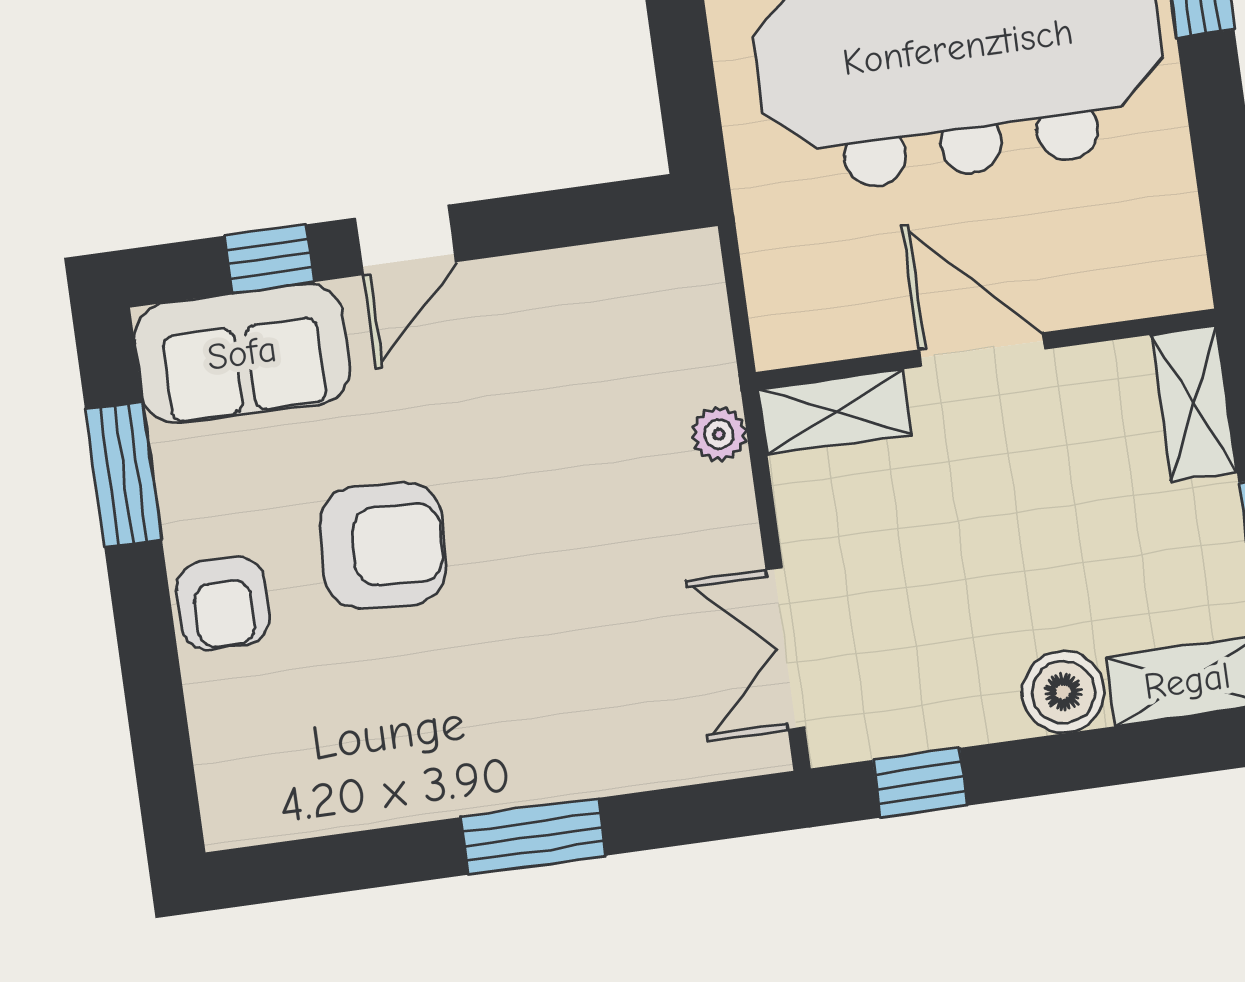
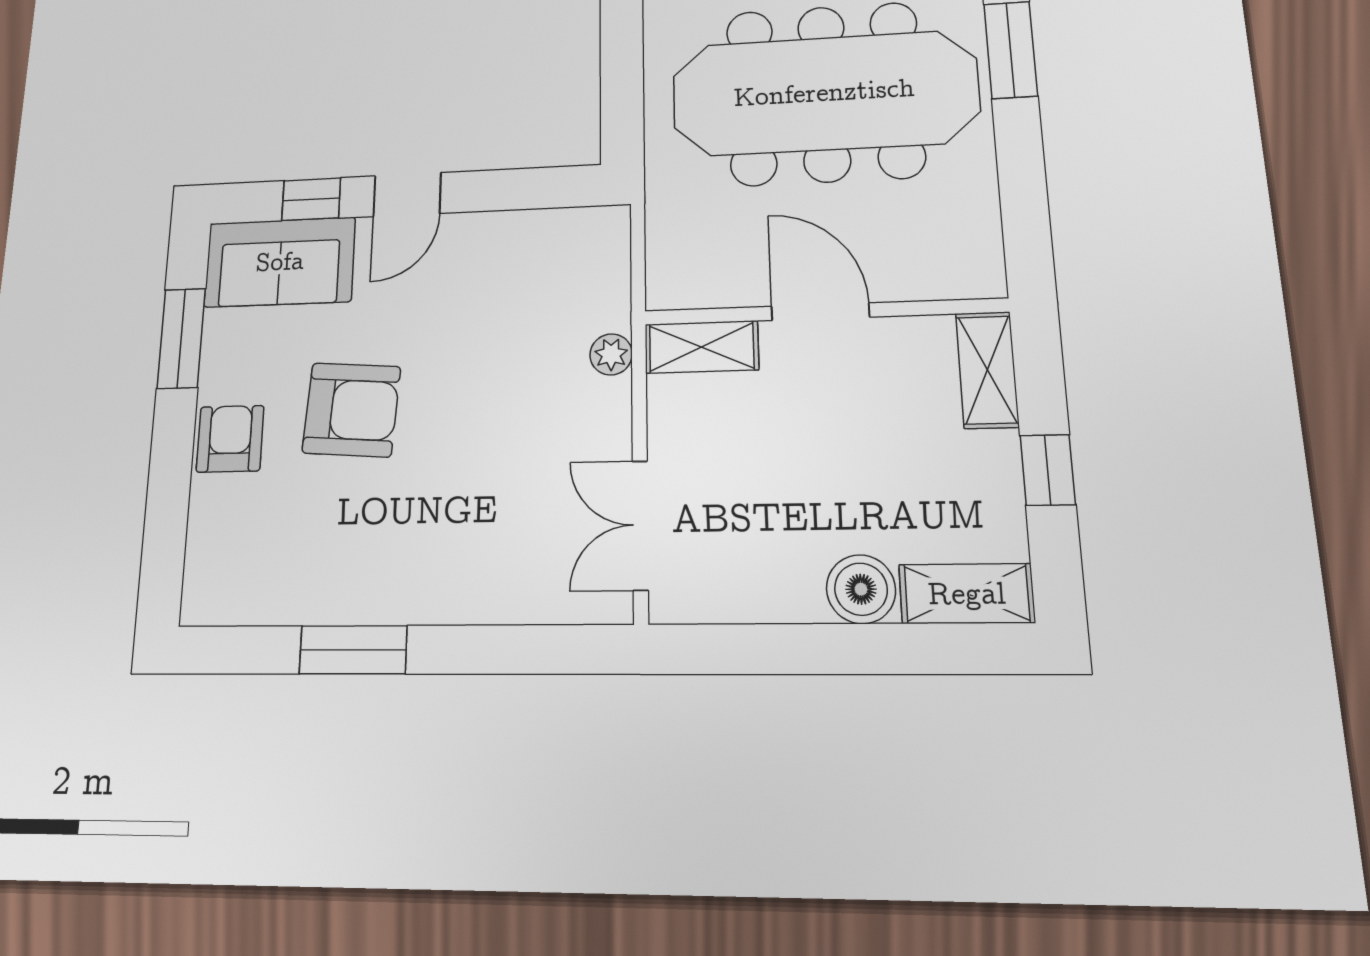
armchair: (223, 603) -> (230, 439), turned 180
window: (920, 783) -> (735, 649), removed
window: (533, 836) -> (353, 650), moved

